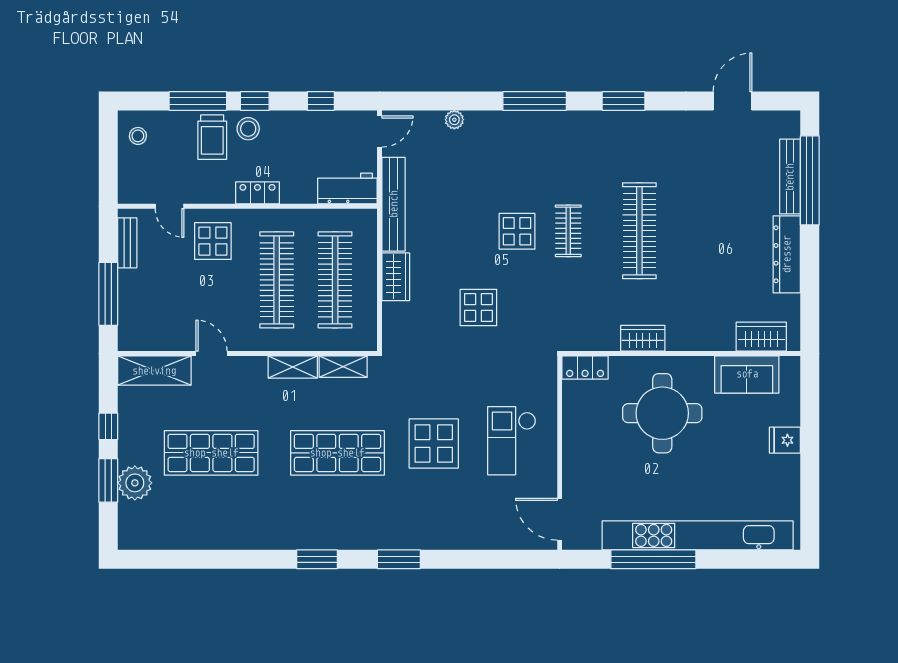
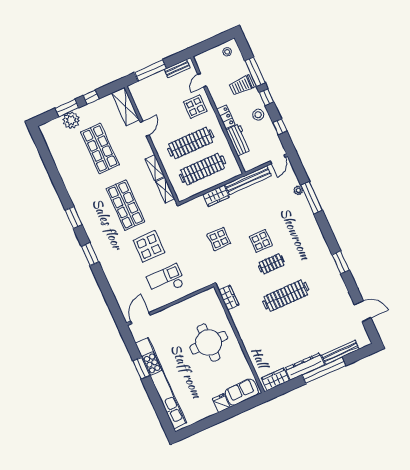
window: (535, 101) -> (312, 198), moved
stool: (248, 129) -> (258, 115), moved
door: (380, 132) -> (278, 159), hinge flipped
window: (810, 180) -> (324, 370), moved
workbench: (347, 189) -> (239, 140), moved
wardrobe: (761, 337) -> (275, 379), moved, turned -90
wardrobe: (643, 338) -> (229, 298), moved
locker: (585, 368) -> (213, 299), removed
sofa: (747, 374) -> (242, 392), moved, turned 90
window: (653, 559) -> (141, 368), width x0.47

